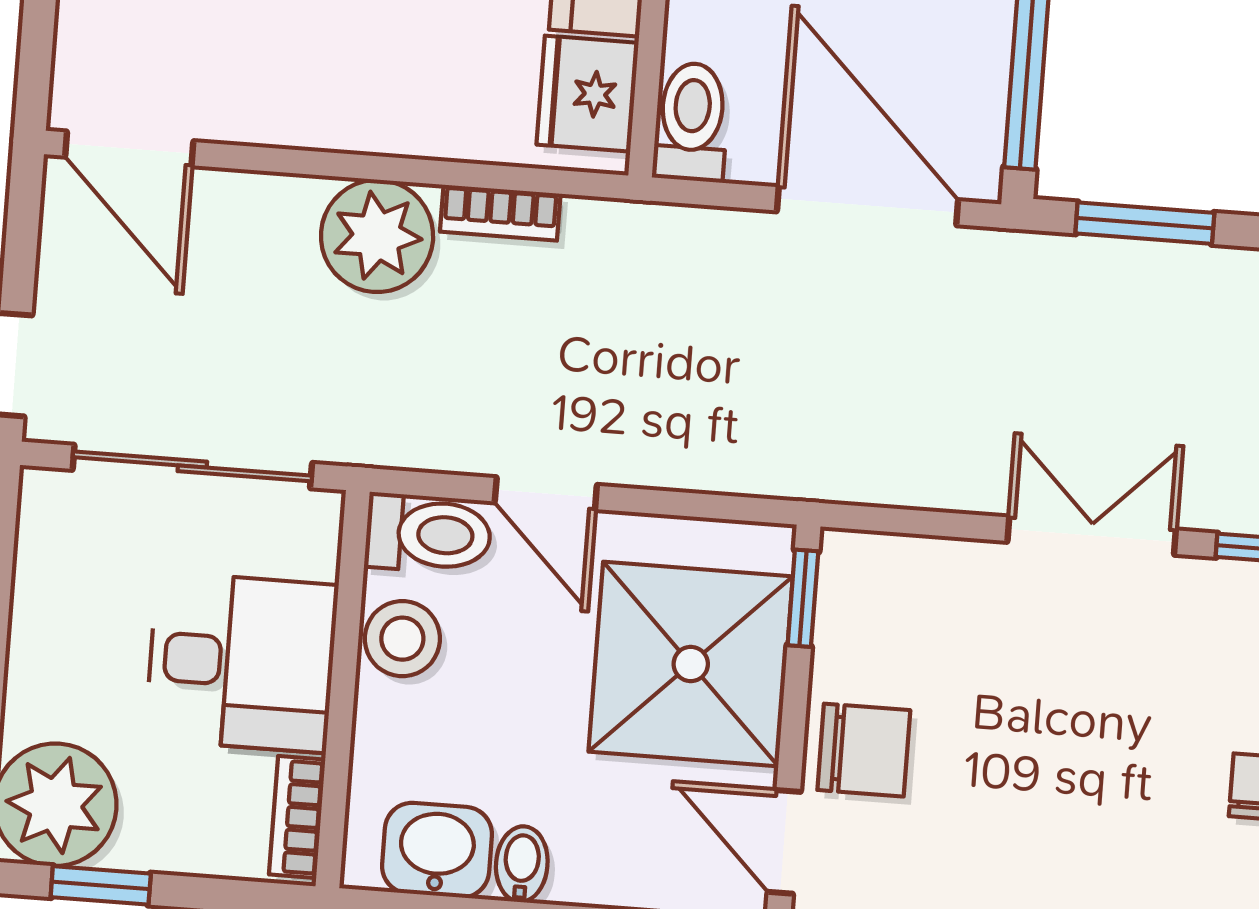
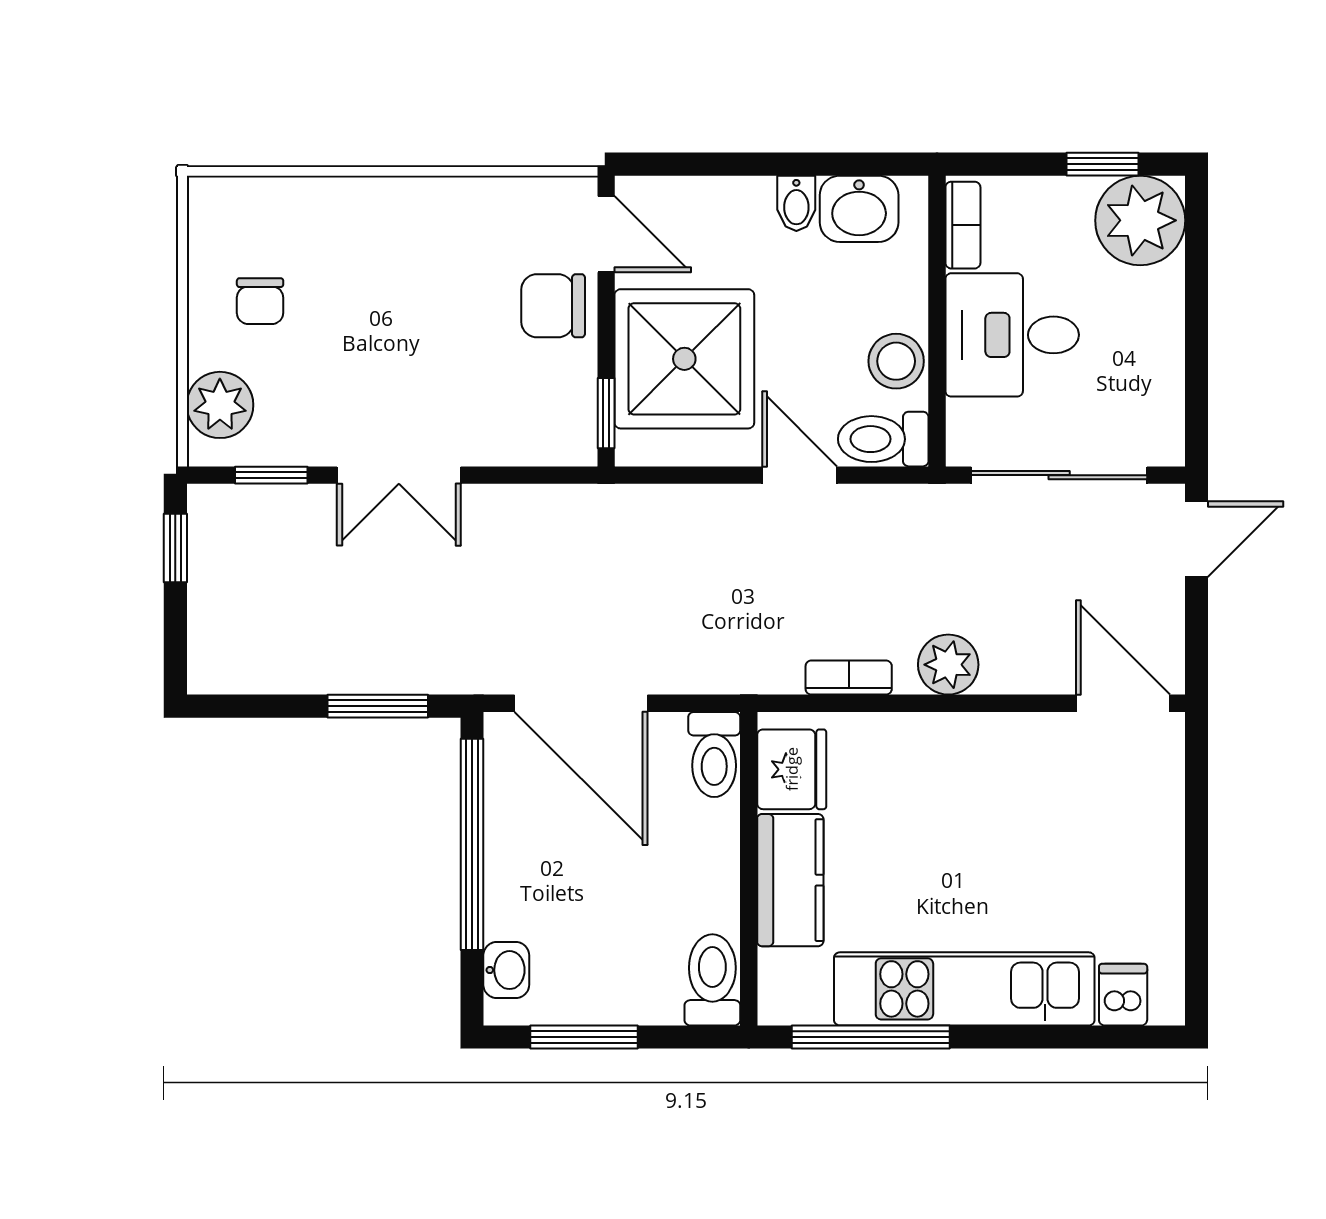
plant: (377, 236) -> (948, 665), width x0.73, depth x0.73

